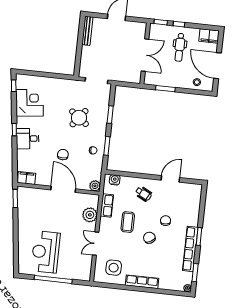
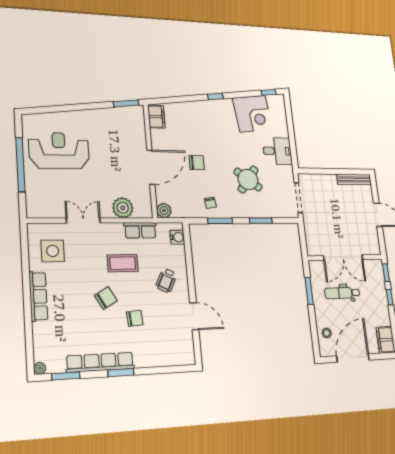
dental chair: (180, 47) -> (342, 293), moved
desk: (28, 139) -> (277, 151), moved, turned 97

